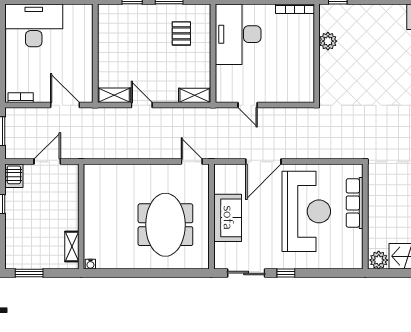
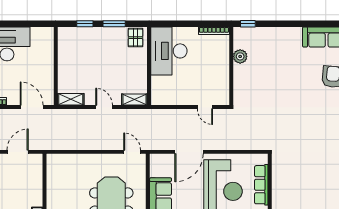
pallet: (181, 33) -> (135, 38), moved
door: (142, 105) -> (104, 107), moved
door: (248, 105) -> (205, 107), moved

